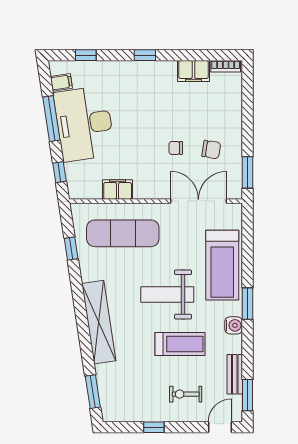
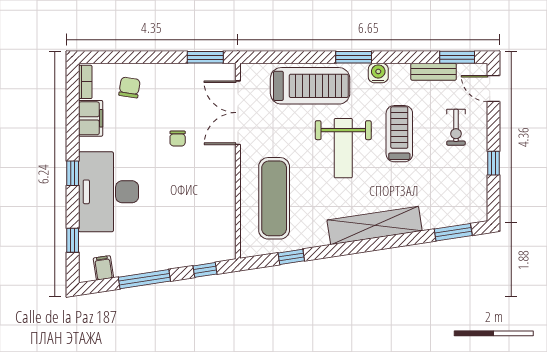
desk: (84, 124) -> (109, 192), moved, turned 99
chair: (211, 150) -> (129, 87), moved
filing cabinet: (118, 190) -> (225, 204), removed

